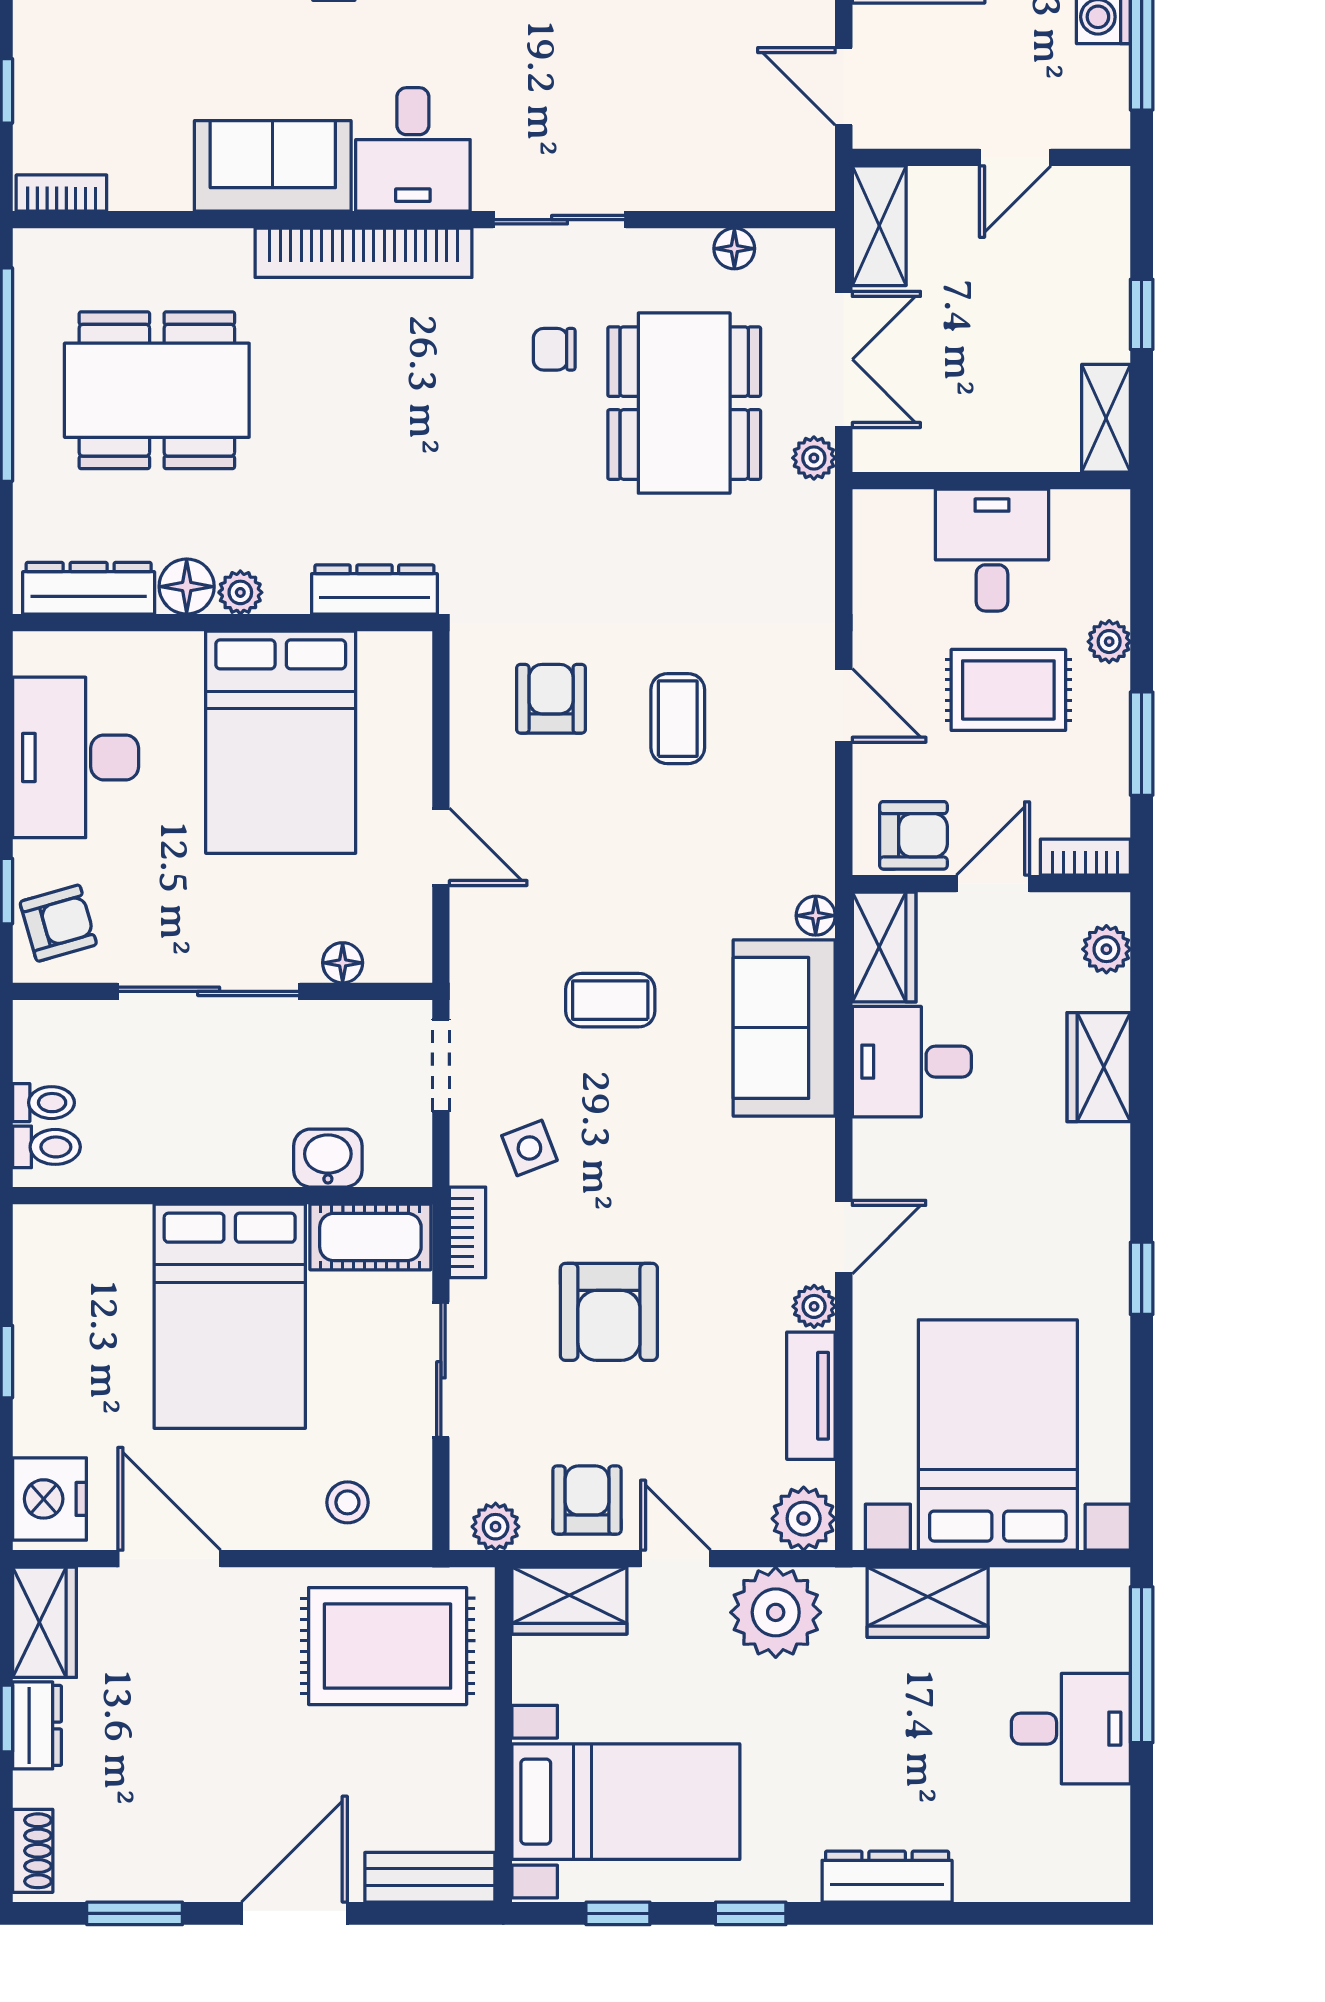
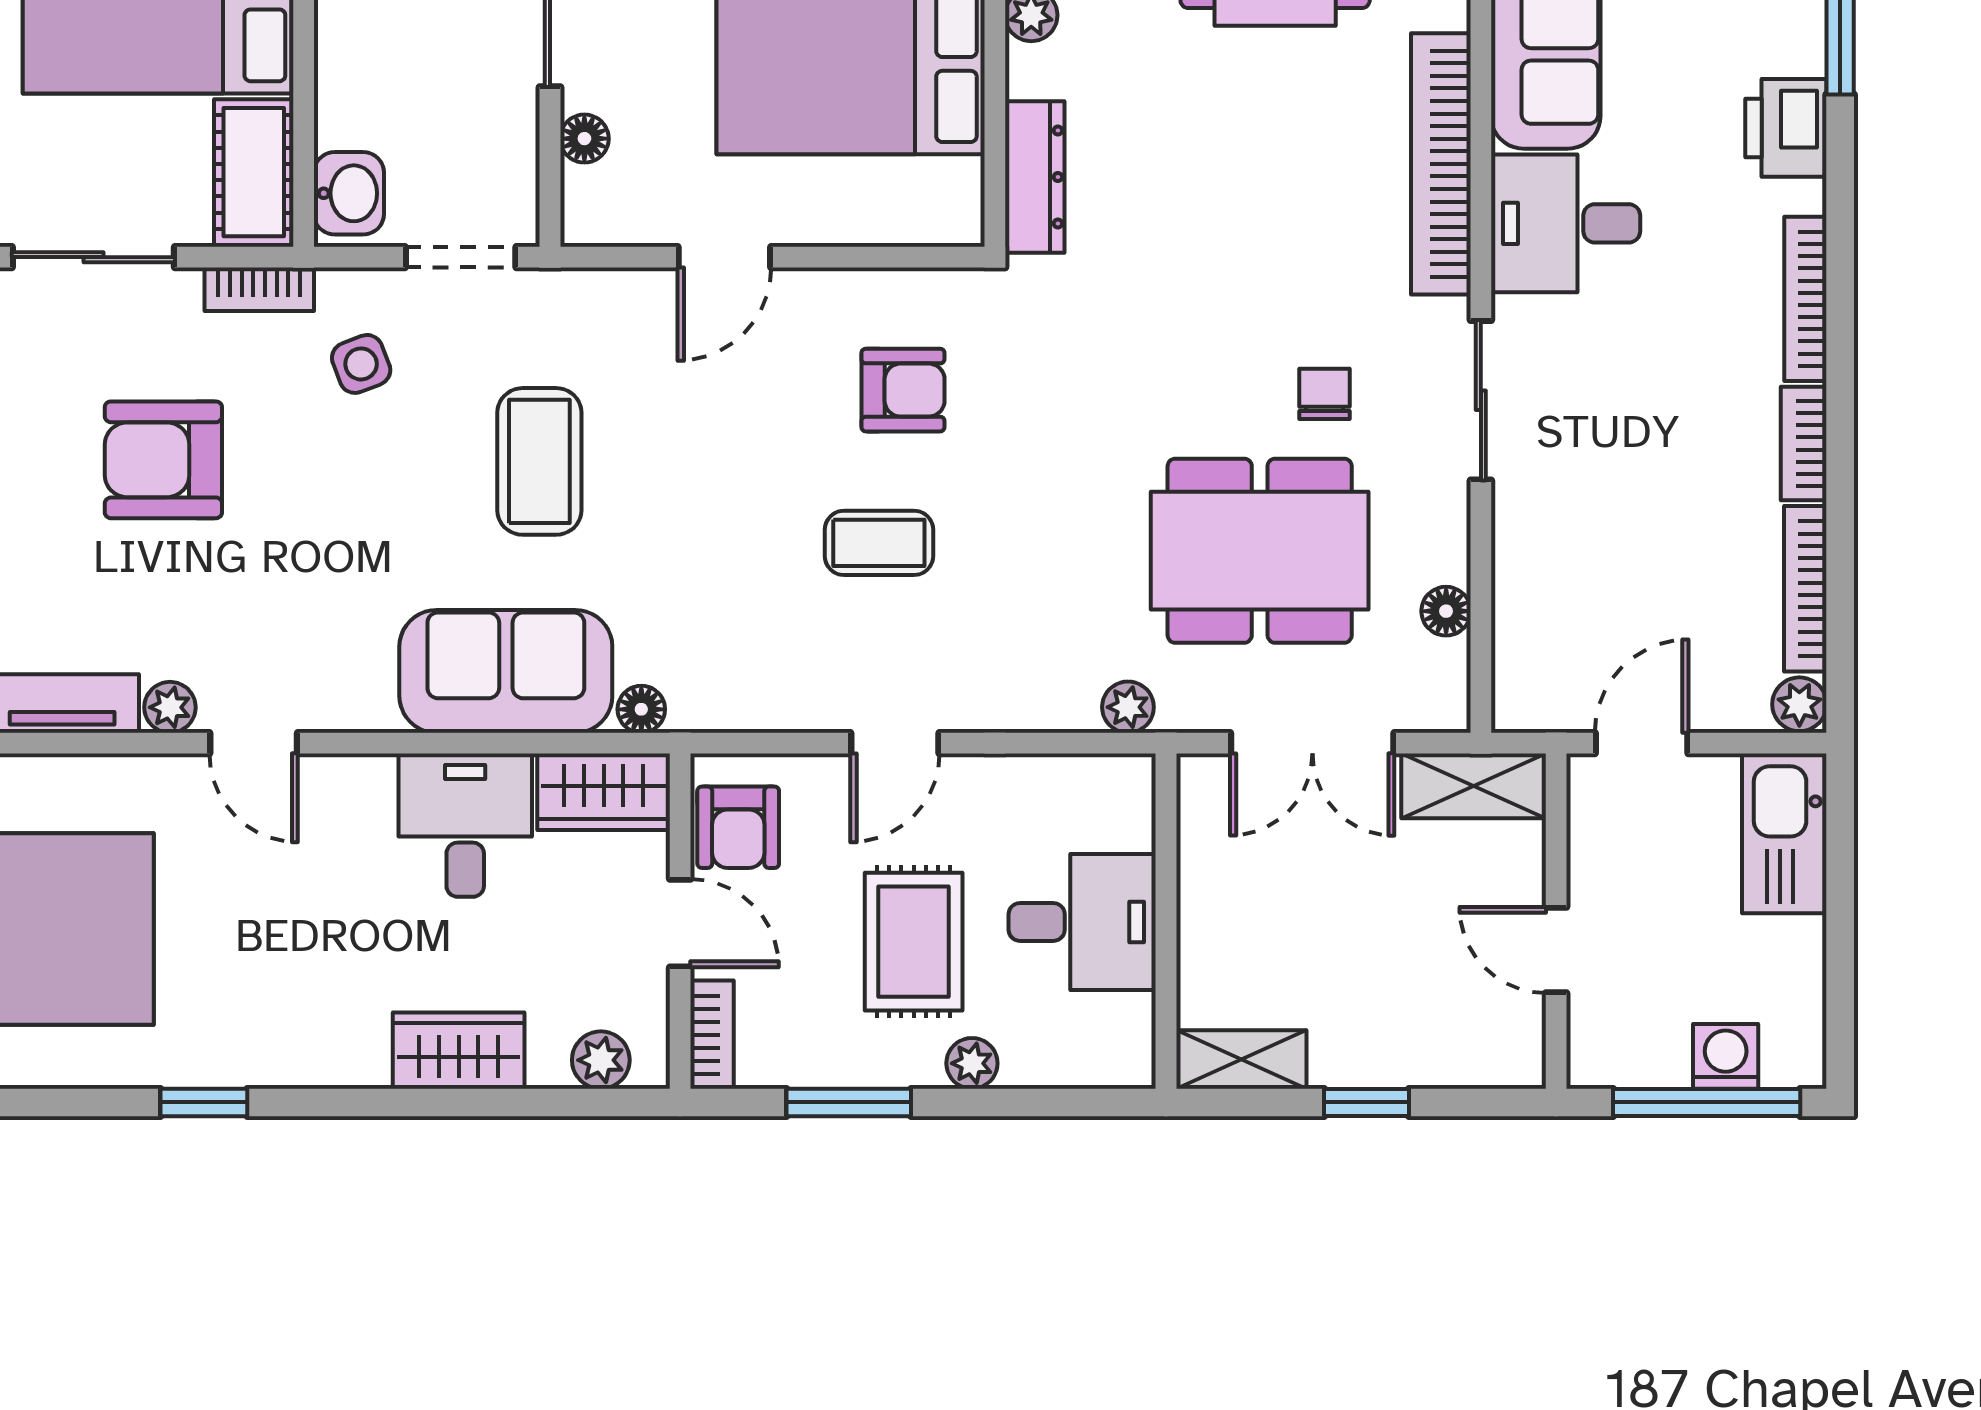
plant: (814, 458) -> (1128, 707), moved
coffee table: (610, 1000) -> (539, 461), width x1.36, depth x1.30
washbasin: (328, 1158) -> (349, 193), moved

